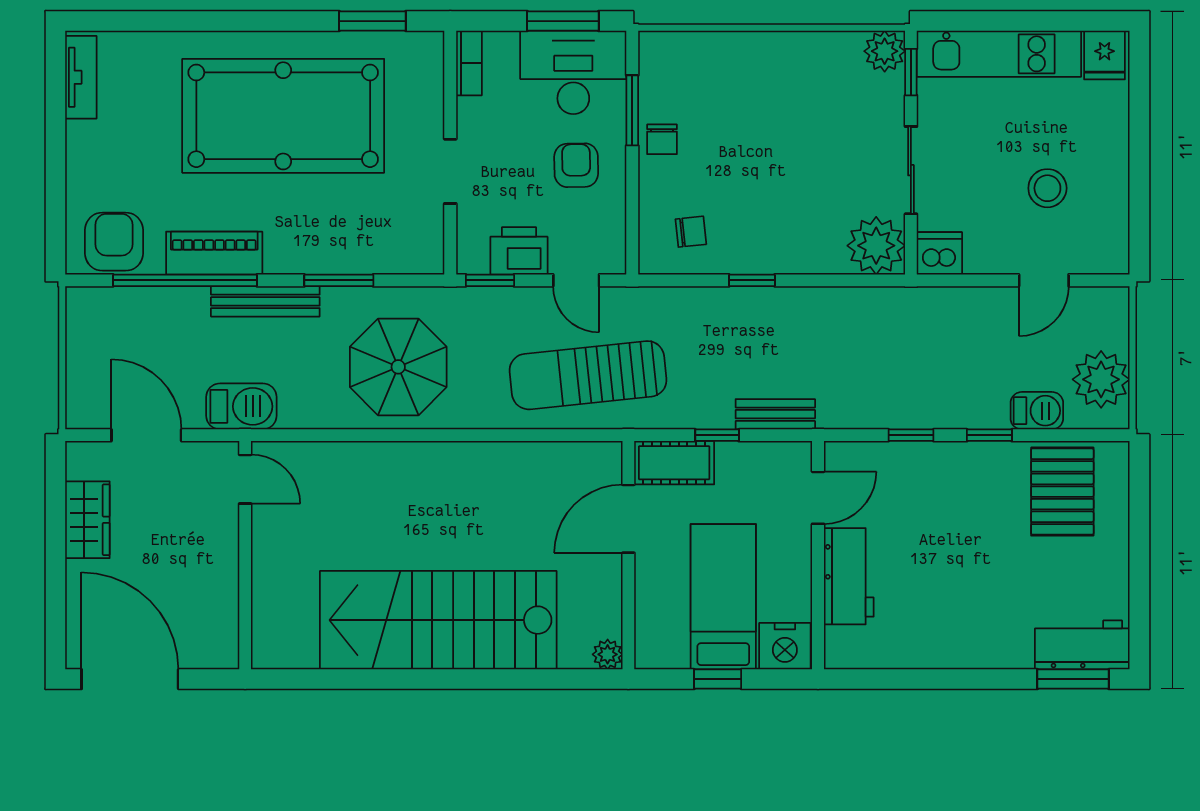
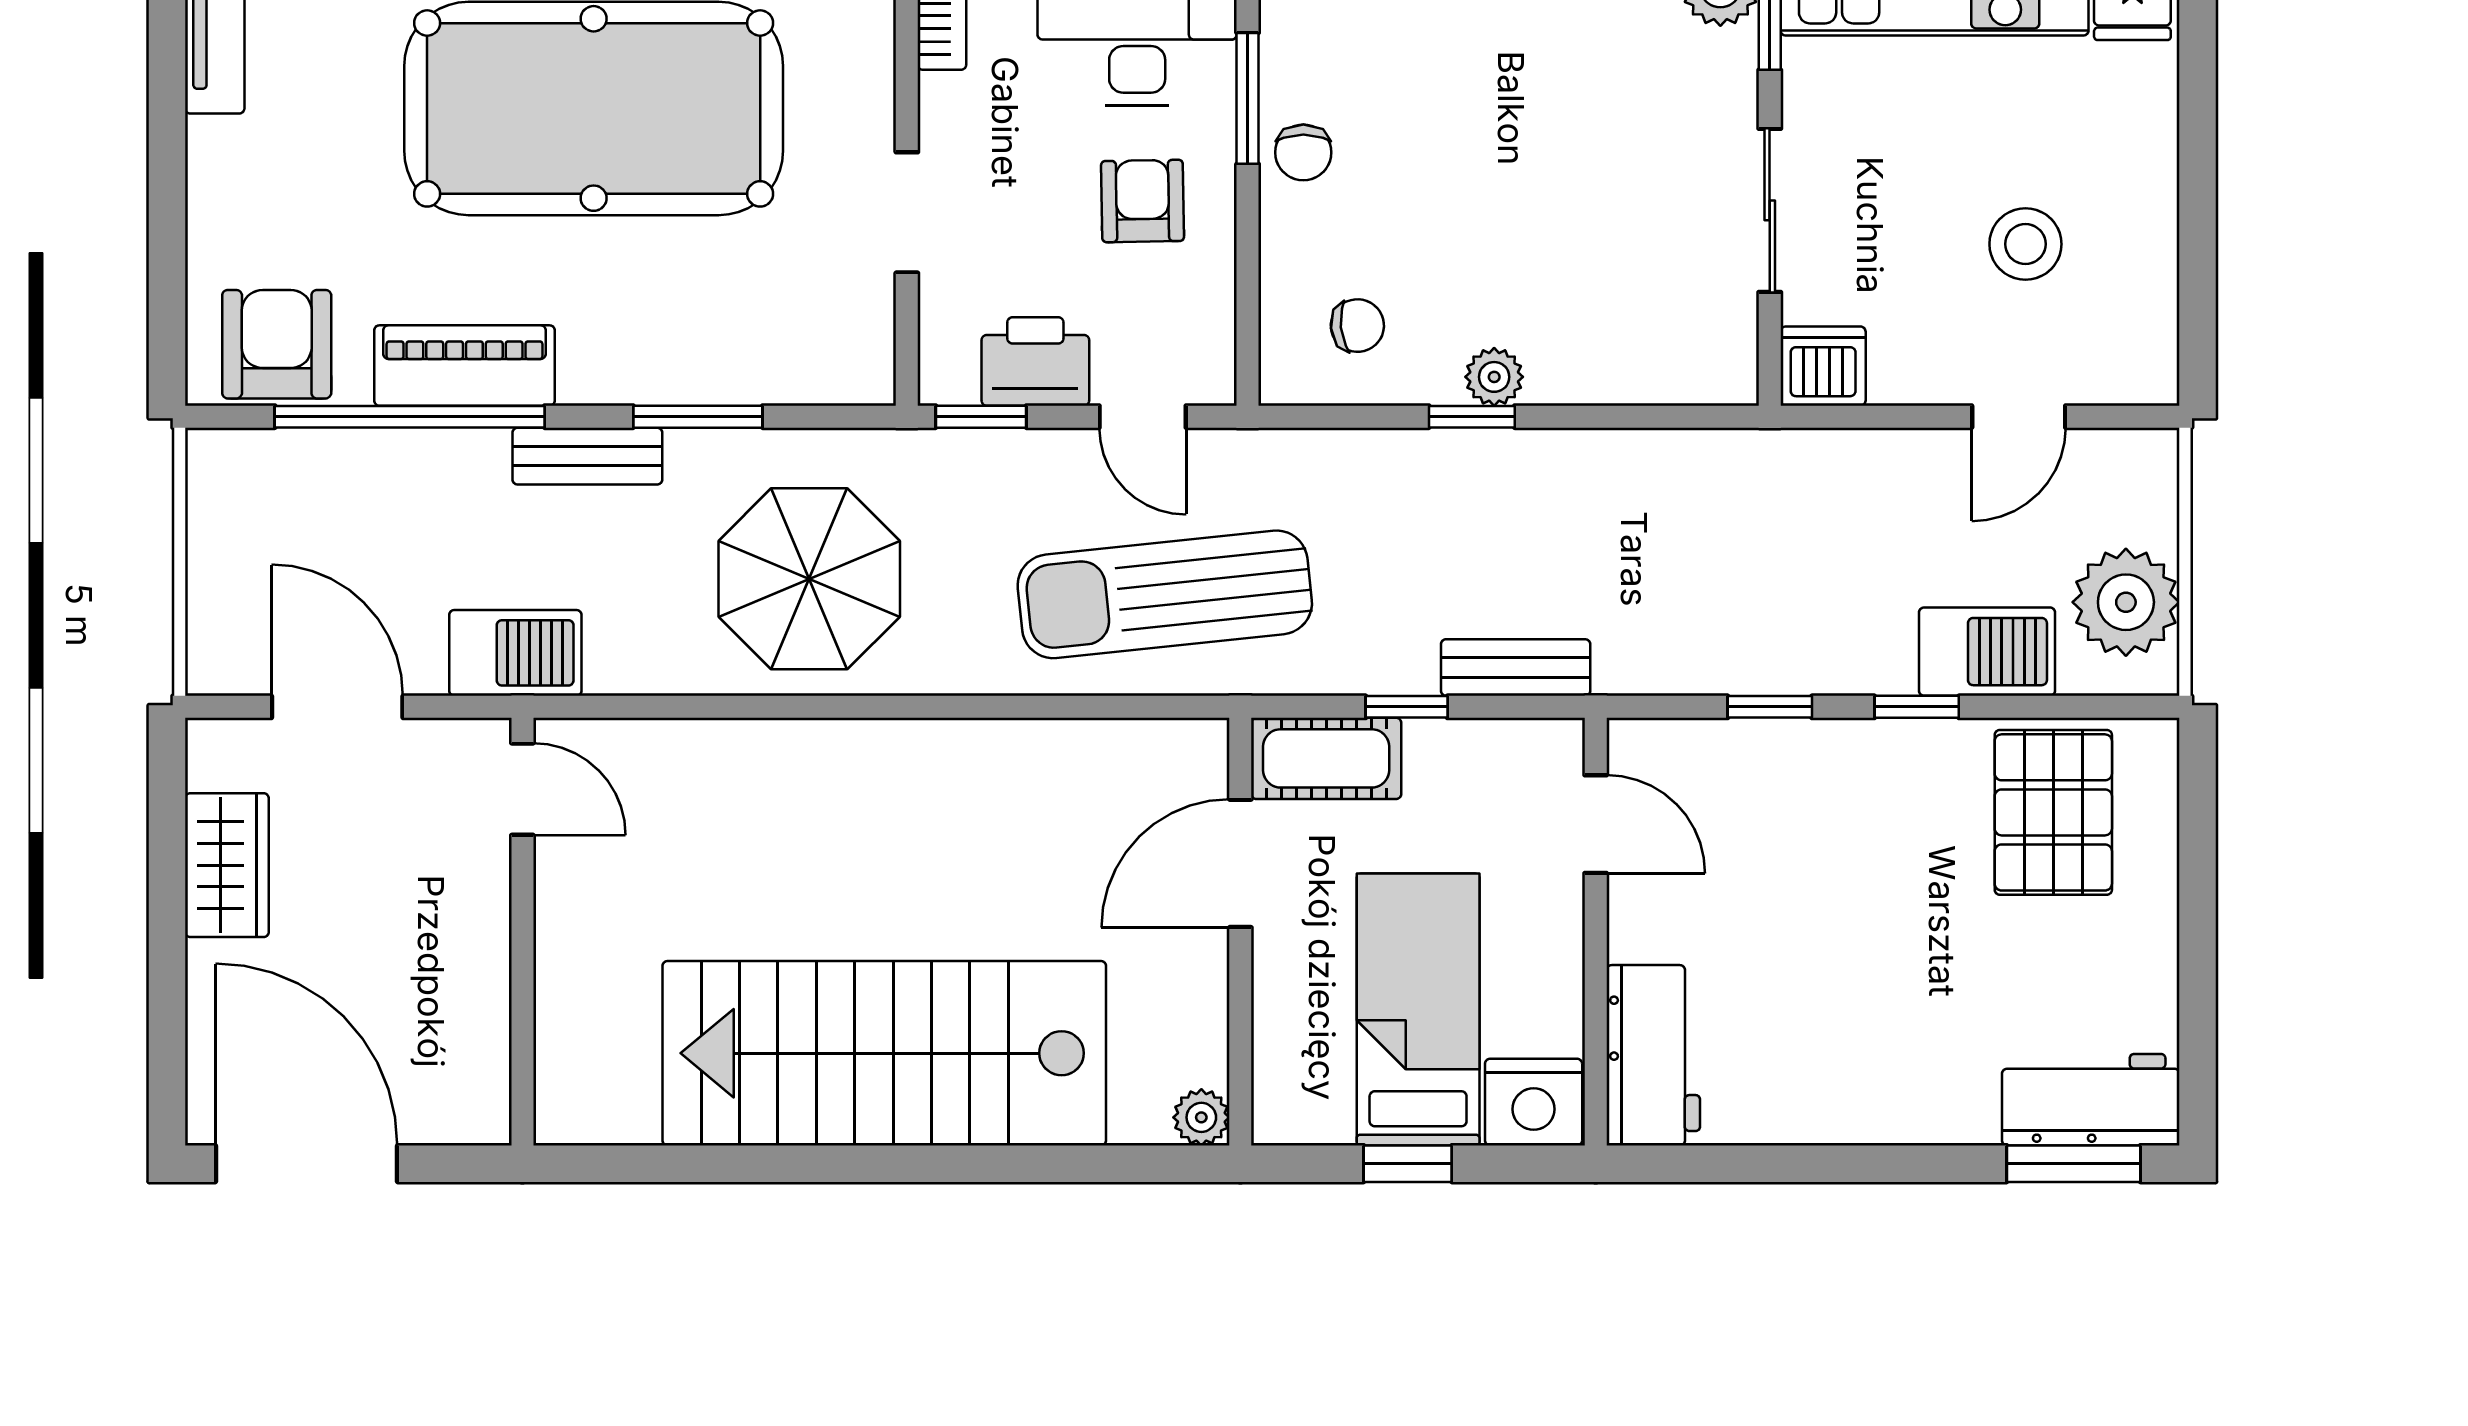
plant: (876, 246) -> (1494, 377), moved, width x0.53, depth x0.53
bench: (265, 301) -> (587, 456), width x0.73
barbecue: (1037, 411) -> (1987, 652), width x1.38, depth x1.27
door: (818, 498) -> (1596, 824), hinge flipped
workbench: (849, 576) -> (1653, 1055), moved

